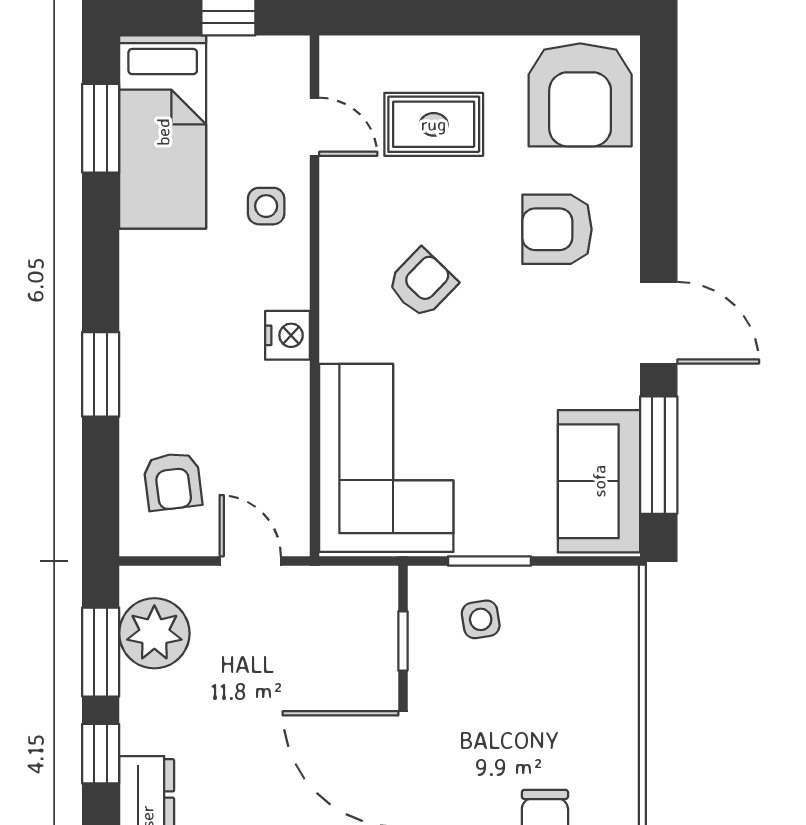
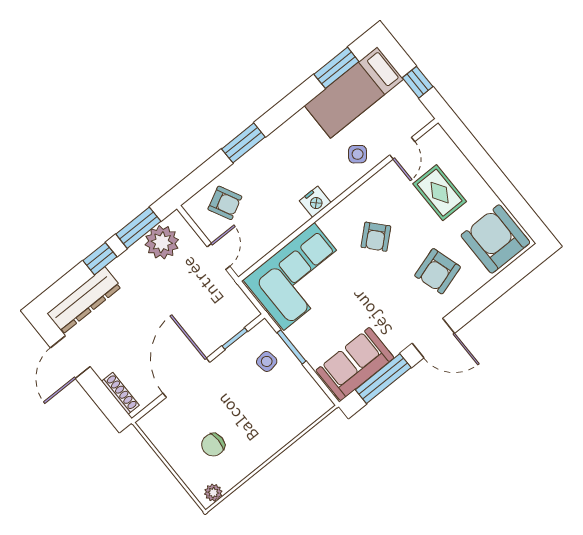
armchair: (580, 95) -> (495, 239), turned 90
side table: (266, 206) -> (358, 154), turned 38
armchair: (557, 229) -> (438, 271), turned -107
armchair: (422, 283) -> (376, 237), turned 94
door: (659, 323) -> (433, 338), hinge flipped
armchair: (173, 481) -> (225, 203), turned -110

